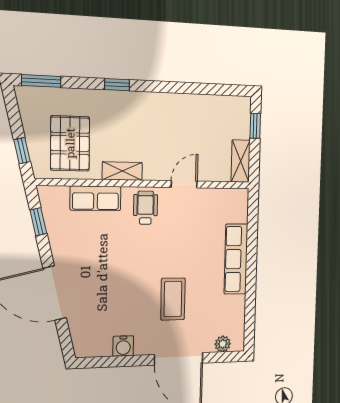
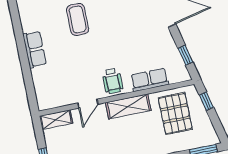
shelving: (241, 161) -> (56, 120), moved, turned 90
shelving: (122, 171) -> (128, 106), width x1.50, depth x1.33
row of seats: (236, 259) -> (35, 49), width x0.68

